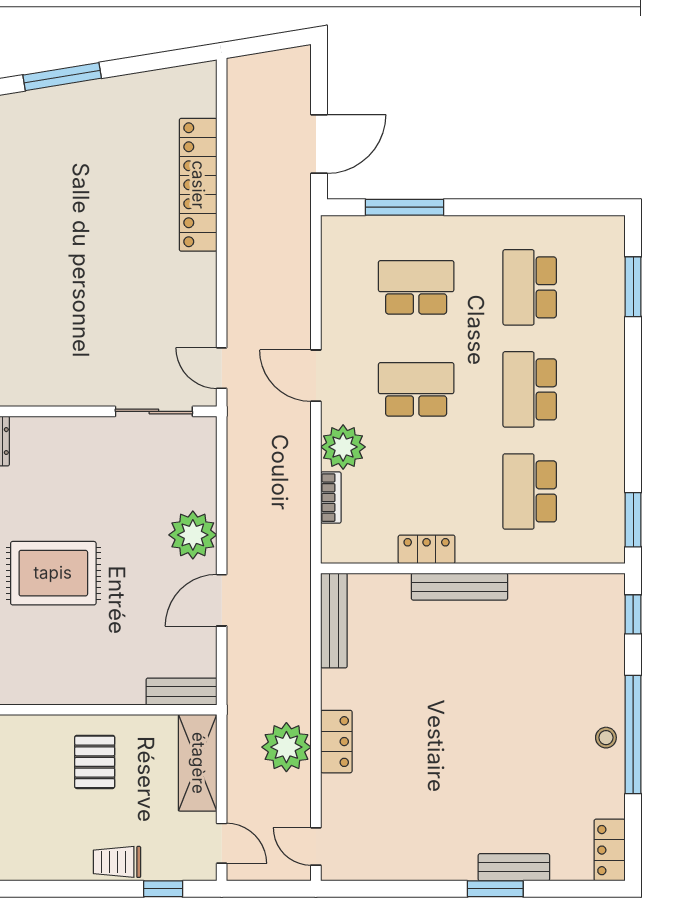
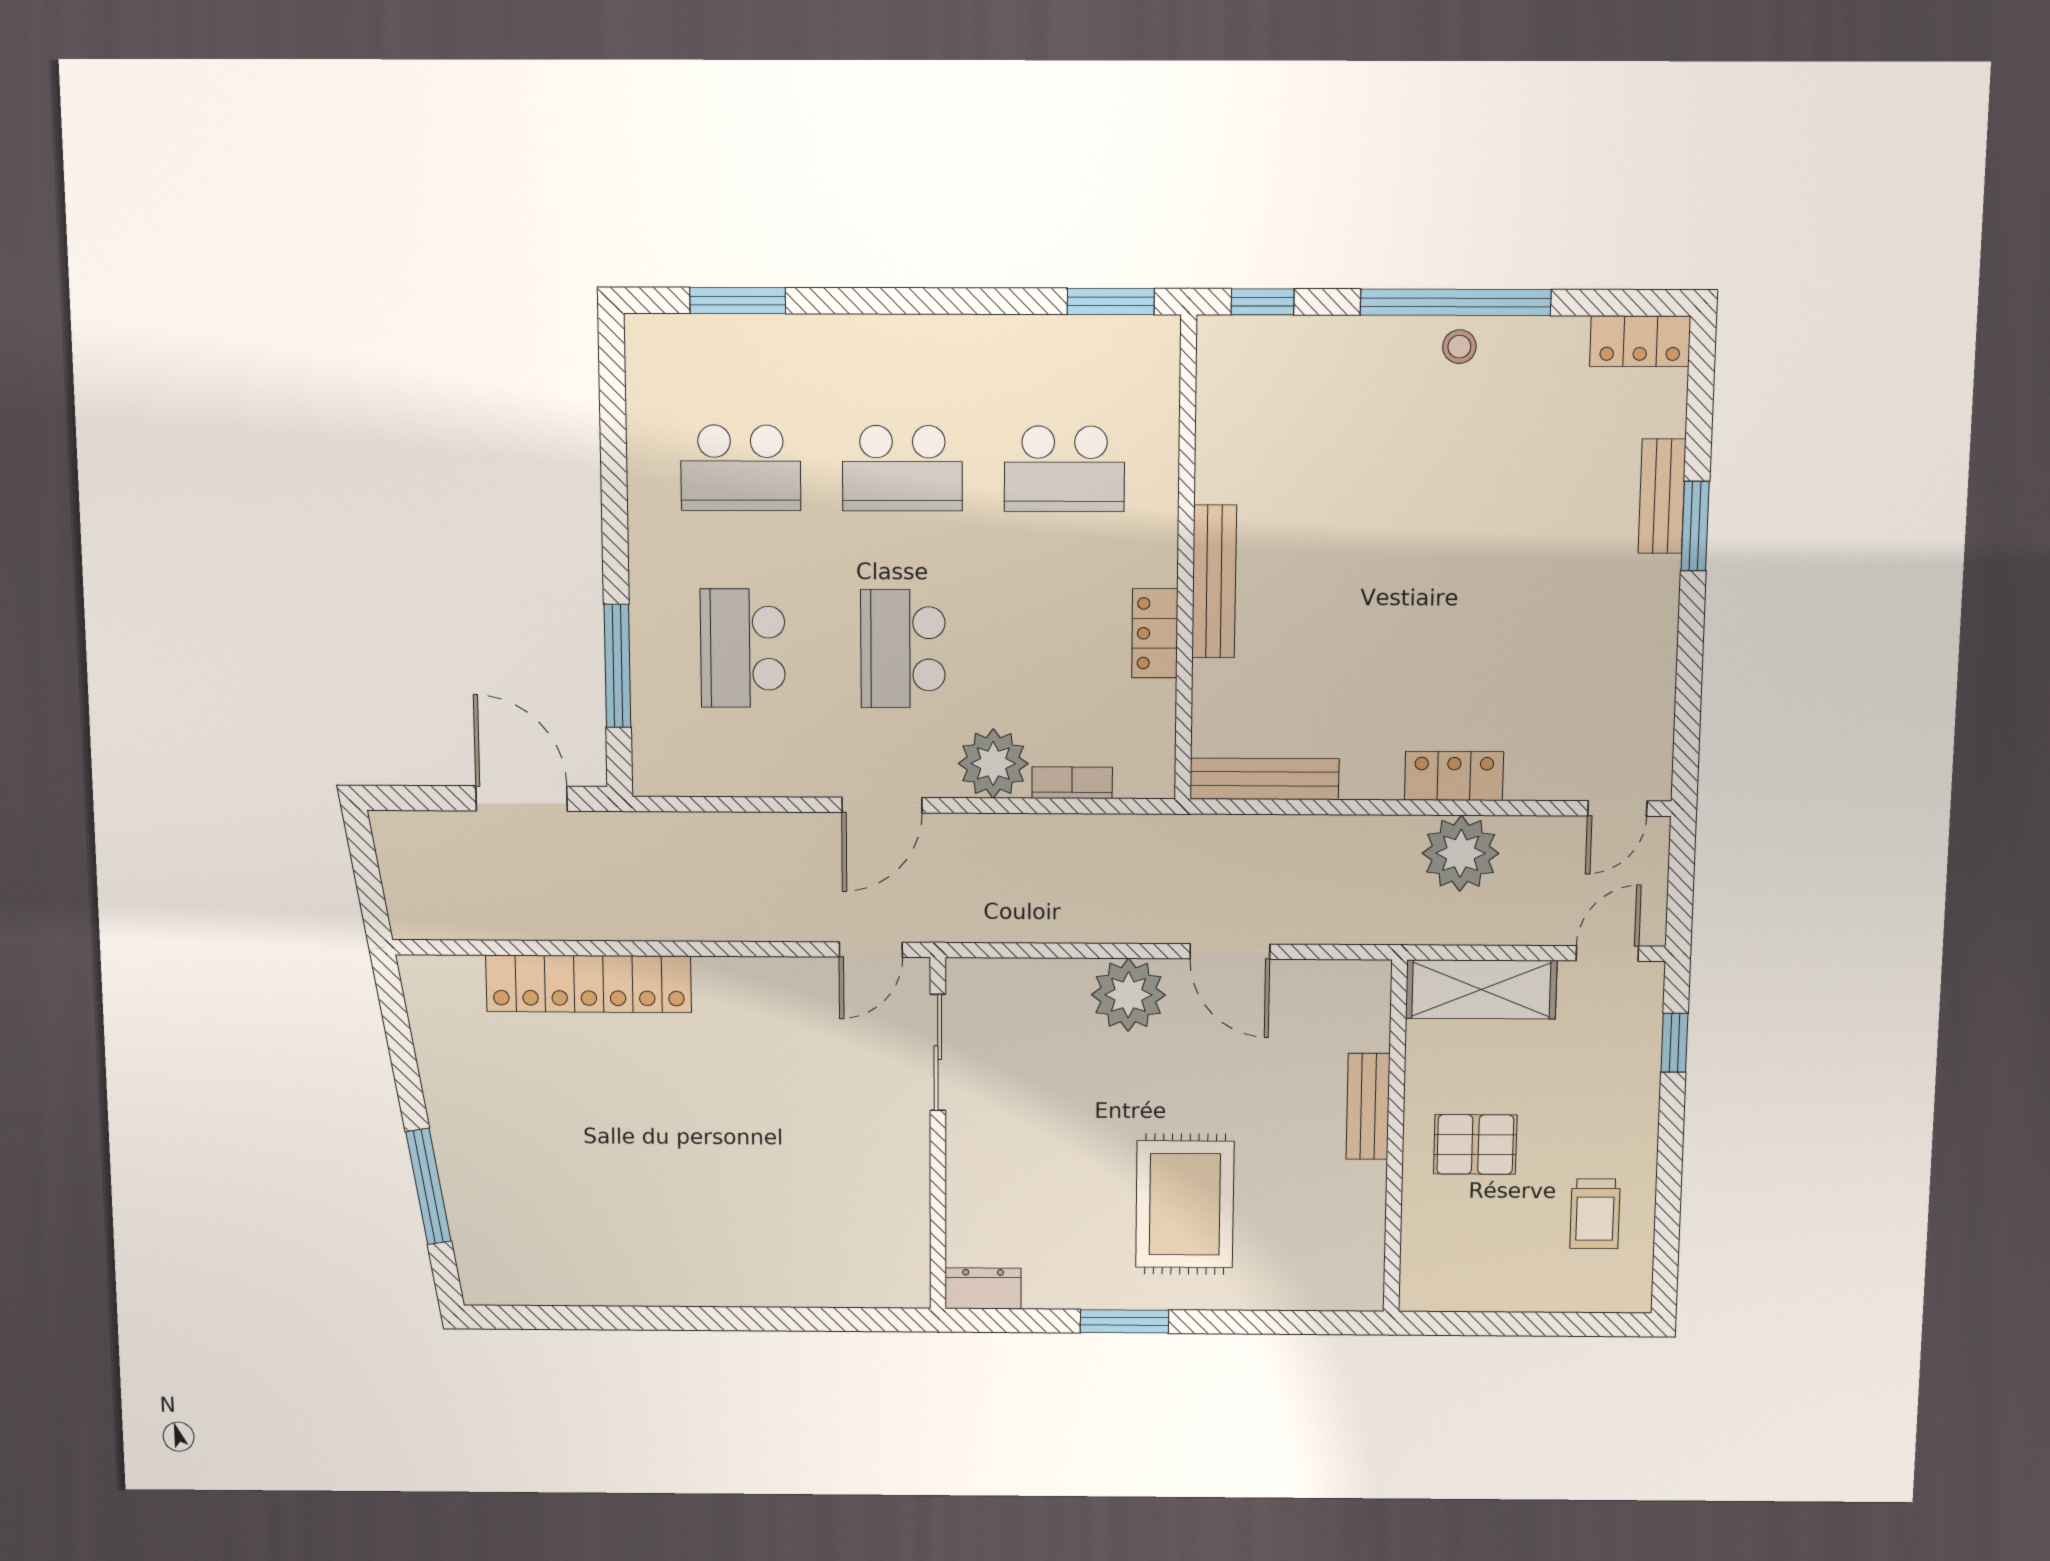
bench: (182, 692) -> (1368, 1106), moved
trolley: (117, 862) -> (1595, 1214), moved

